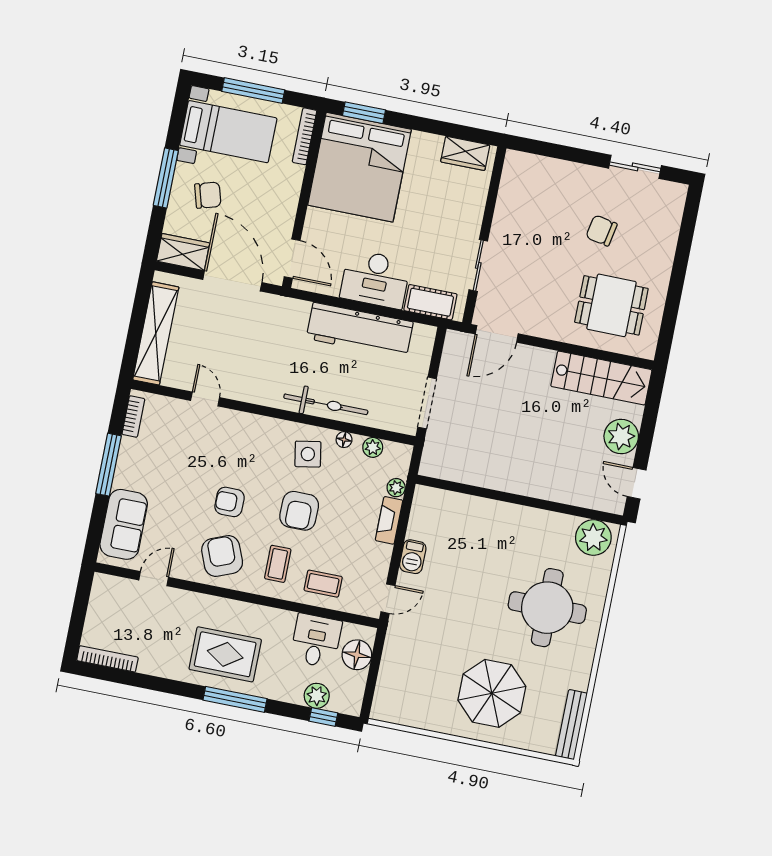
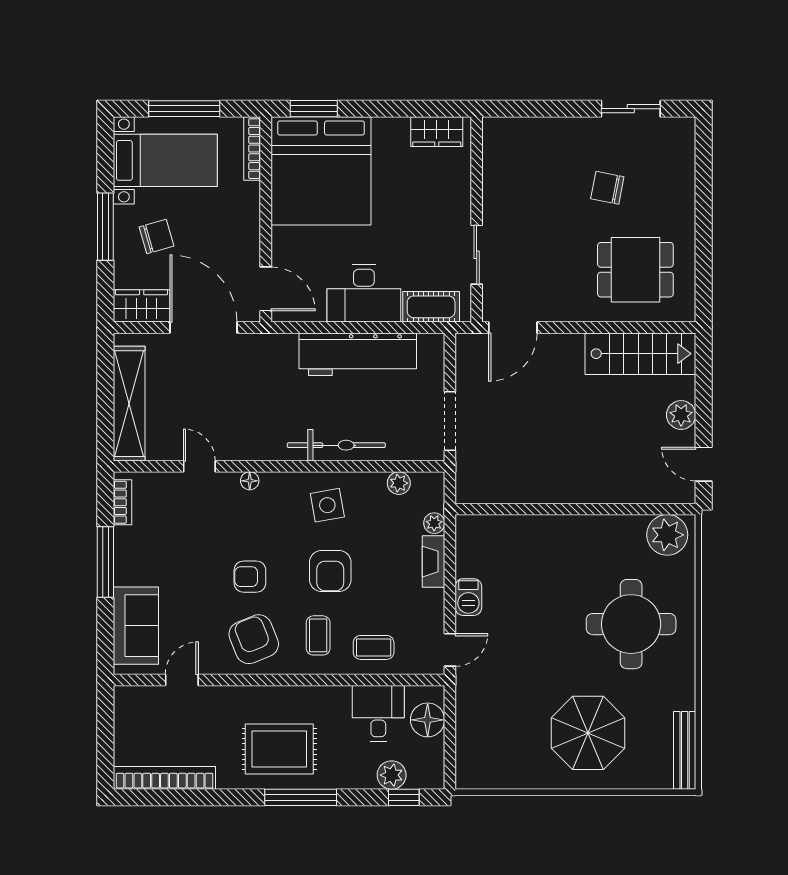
plant: (621, 436) -> (681, 415), width x0.73, depth x0.73
floor lamp: (344, 440) -> (250, 481), moved
bookcase: (107, 659) -> (164, 778), width x1.48, depth x1.31

